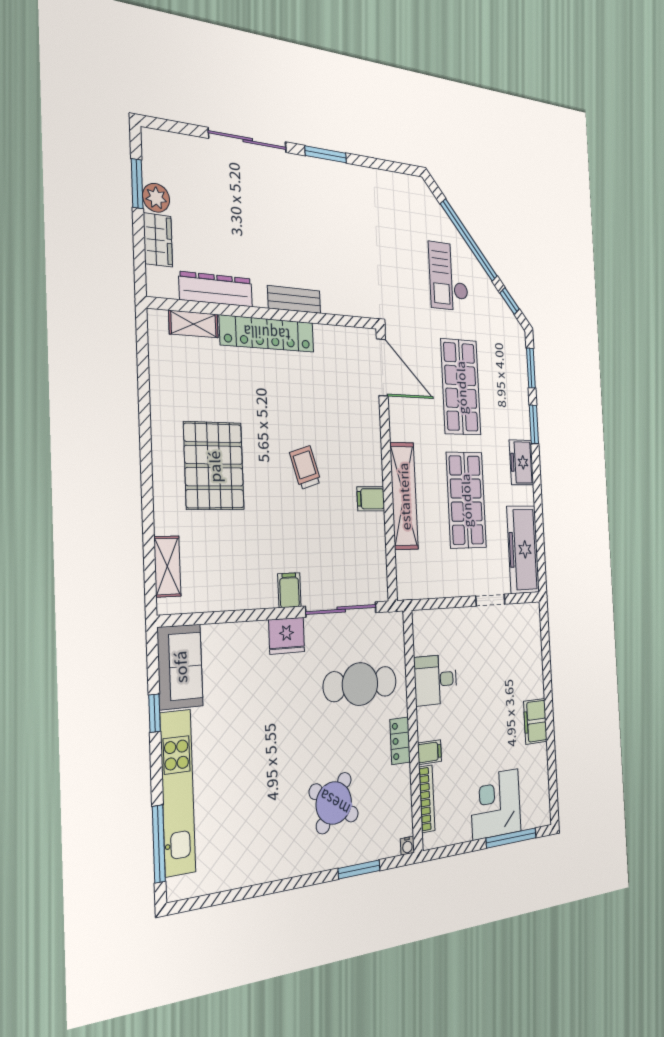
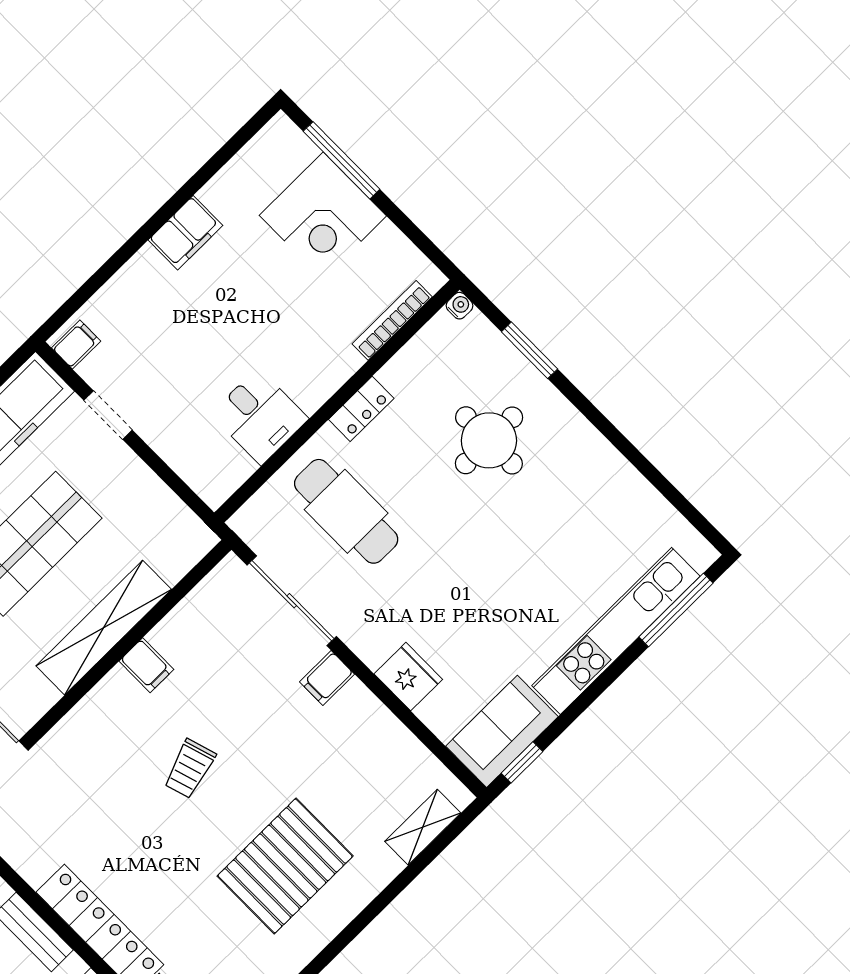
fridge: (287, 636) -> (408, 677), moved
window: (154, 713) -> (522, 762), moved
filing cabinet: (429, 752) -> (76, 344), moved, turned 90
round table: (334, 803) -> (489, 440), turned -34

